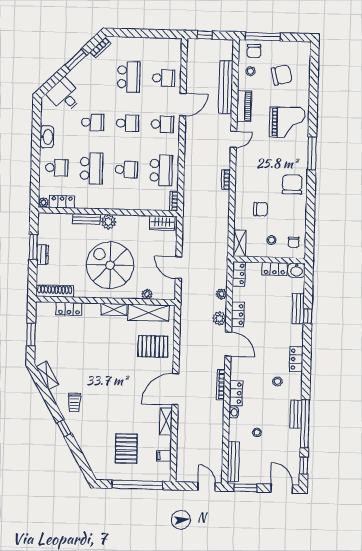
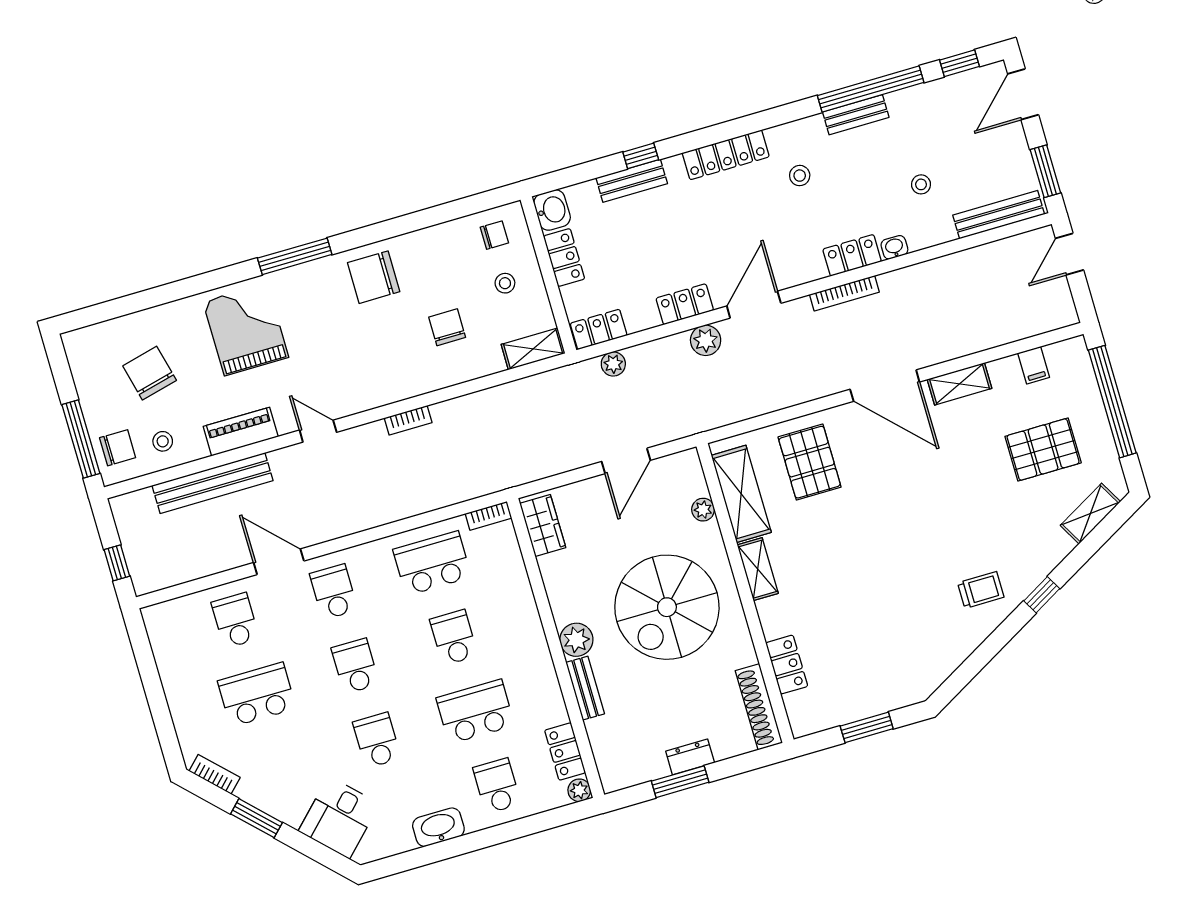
plant: (221, 294) -> (613, 364), moved
locker: (296, 359) -> (726, 155), width x1.53
shelving: (47, 376) -> (1090, 514), moved

